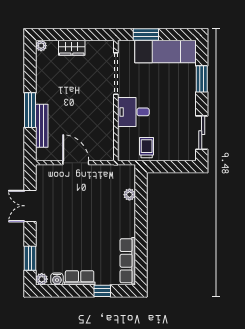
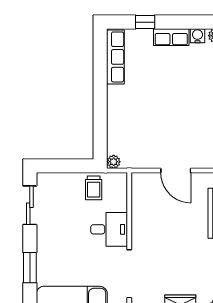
plant: (129, 195) -> (114, 162), moved

